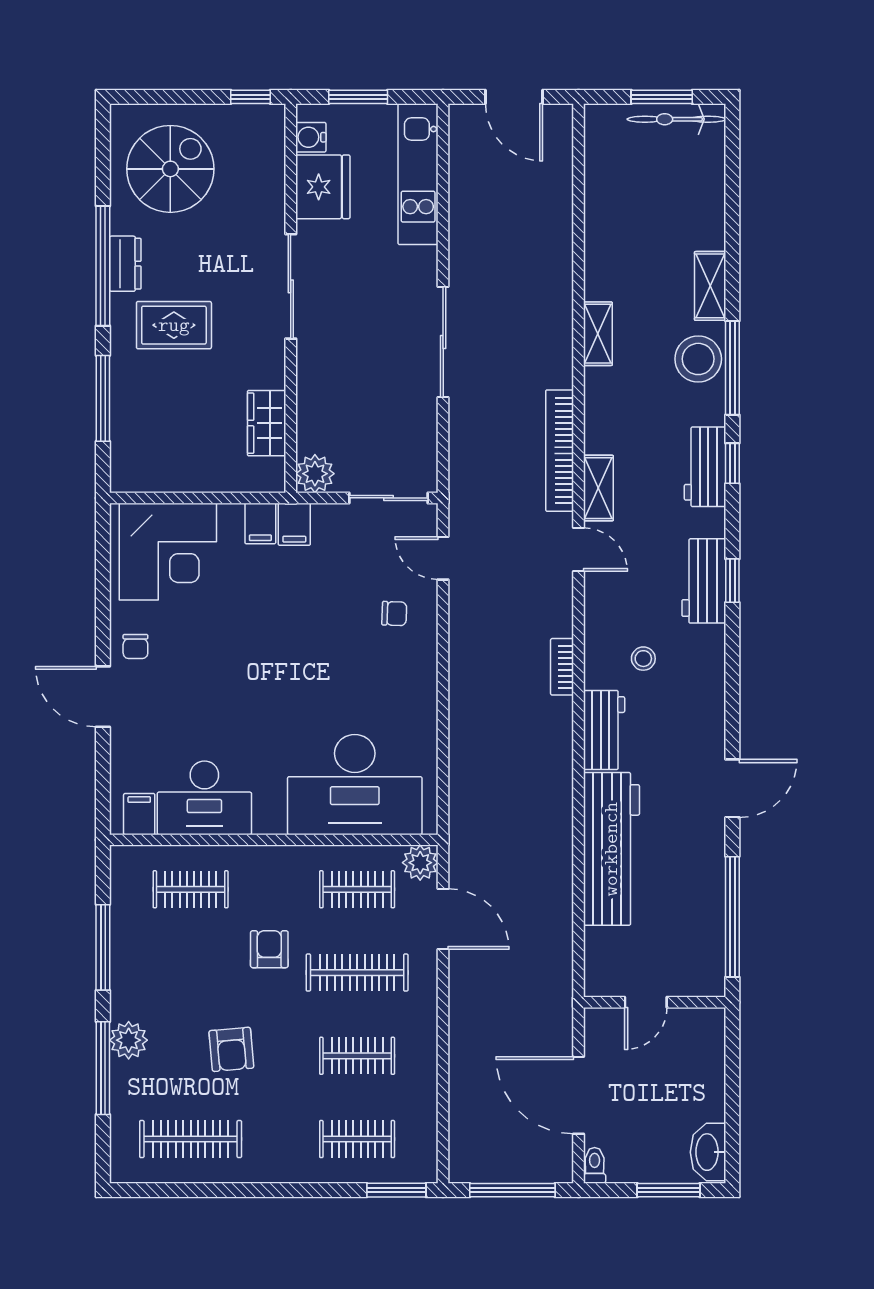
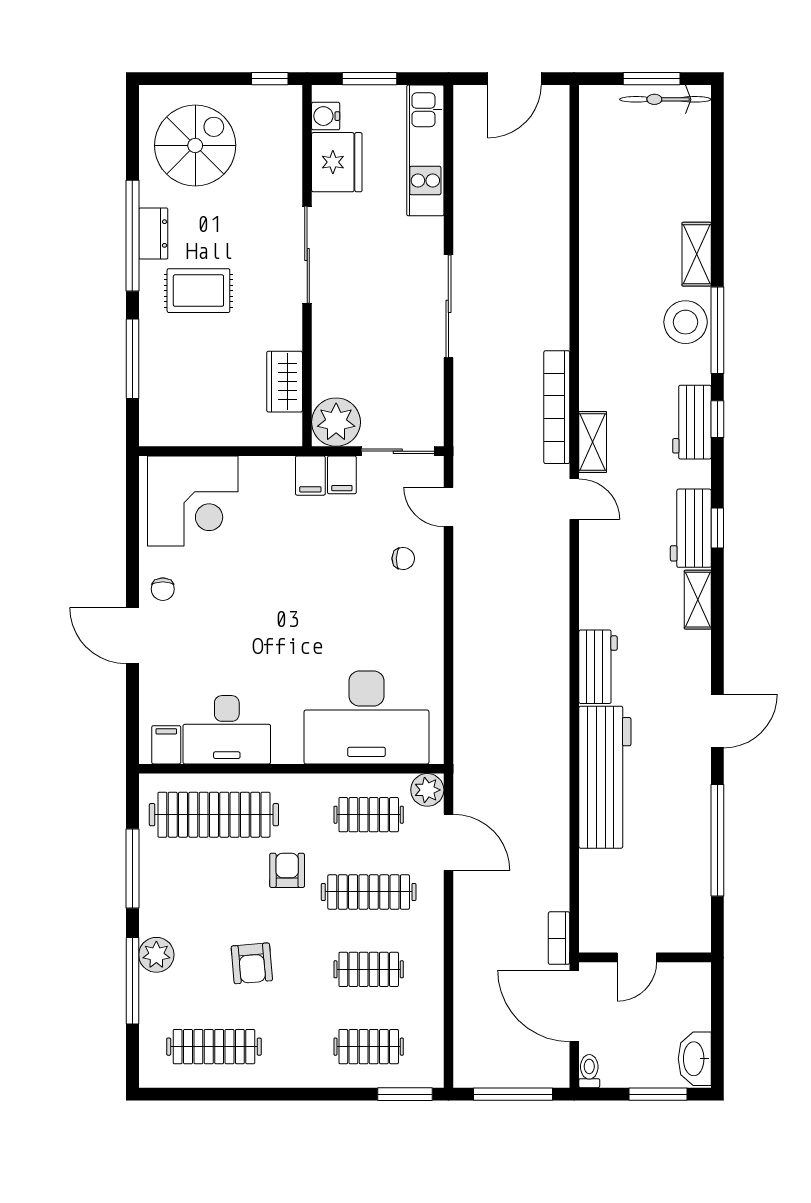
door: (514, 97) -> (514, 79), hinge flipped
shelving: (598, 334) -> (698, 600), moved
plant: (315, 474) -> (336, 422), width x1.36, depth x1.36
filing cabinet: (260, 523) -> (342, 475), moved
stool: (643, 659) -> (635, 600), removed
bookcase: (562, 667) -> (559, 938), moved
clothes rail: (191, 889) -> (214, 815), width x1.86, depth x1.31
door: (646, 1002) -> (637, 957), moved
wall: (655, 1002) -> (645, 957), moved

